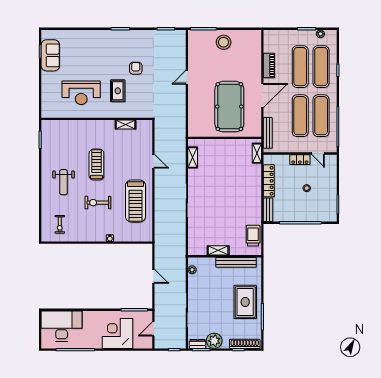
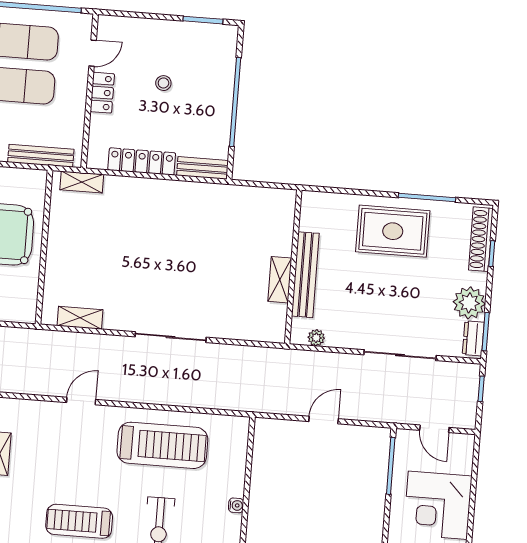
trolley: (253, 236) -> (255, 204), removed
bench: (236, 262) -> (305, 275), moved

